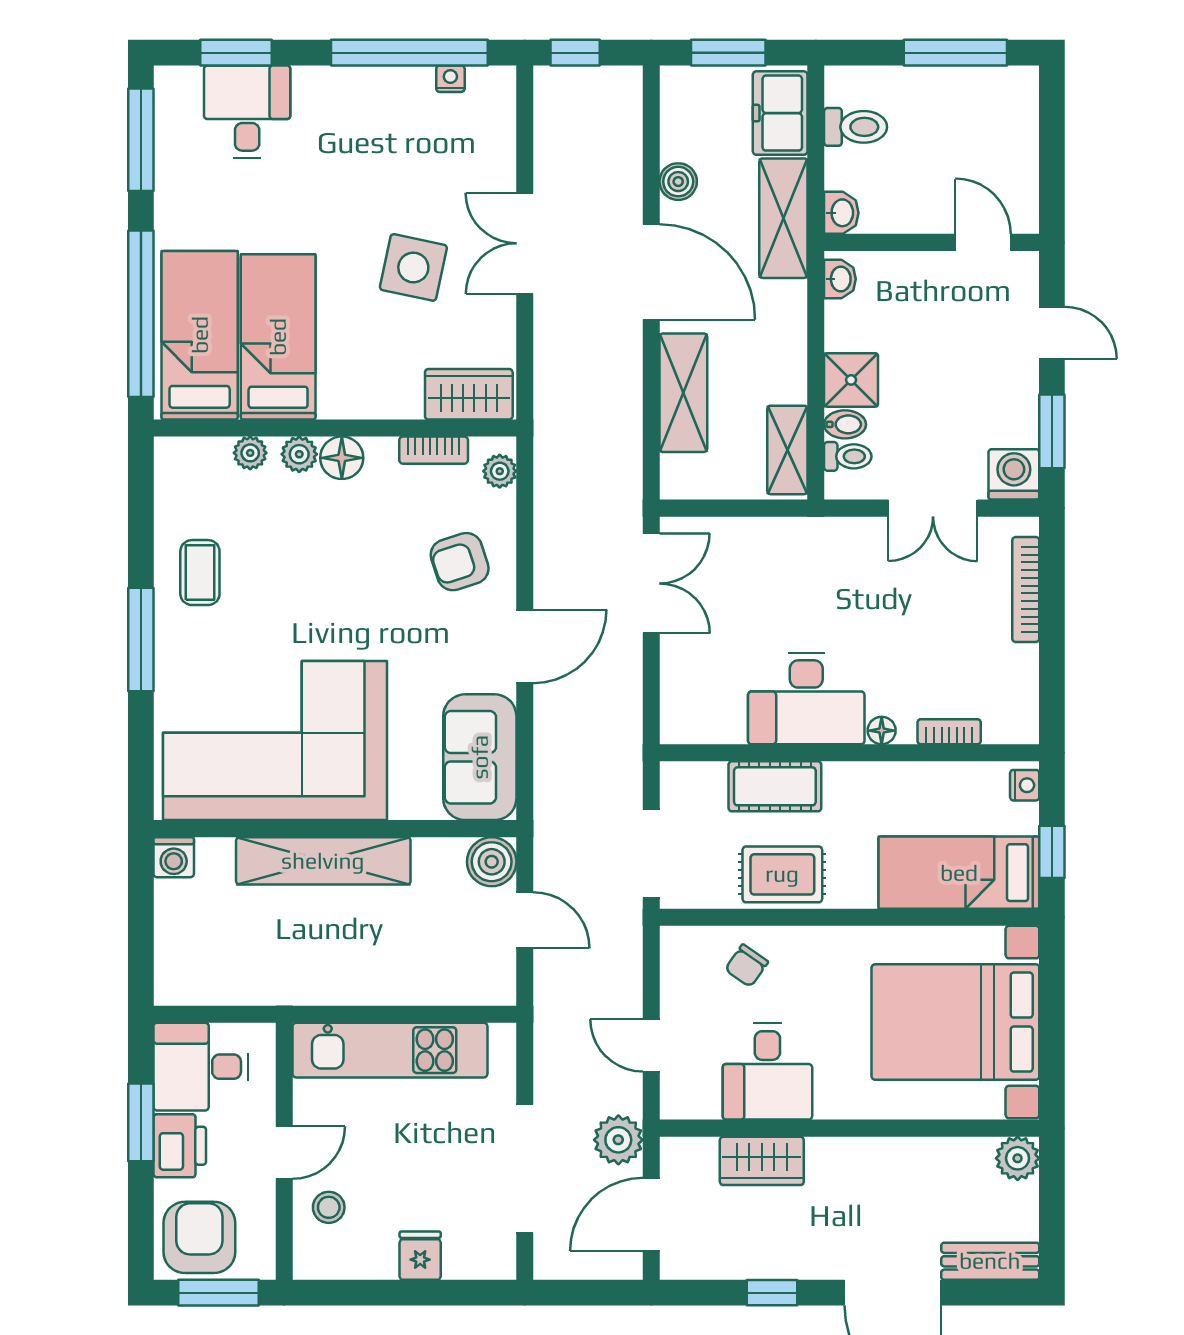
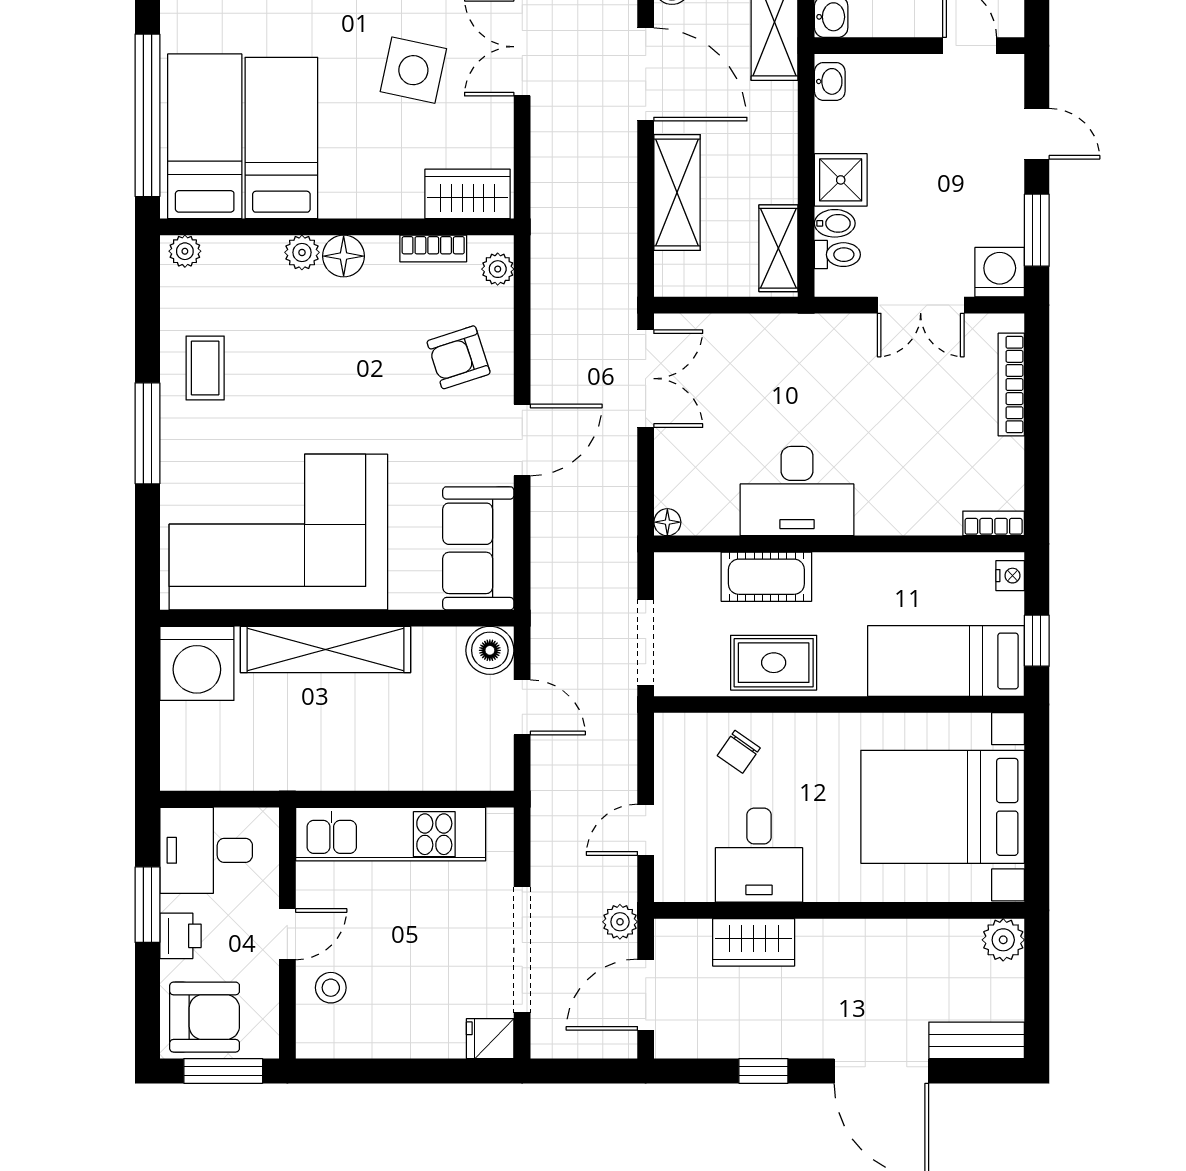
plant: (250, 453) -> (185, 251), moved
floor lamp: (882, 731) -> (667, 522), moved
bookcase: (949, 732) -> (994, 523), moved
washing machine: (174, 857) -> (197, 663), width x1.89, depth x1.89
door: (651, 1046) -> (646, 830), hinge flipped
plant: (618, 1140) -> (620, 922), width x0.73, depth x0.73
printer: (180, 1146) -> (180, 936), width x0.73, depth x0.81
armchair: (199, 1237) -> (205, 1017), turned 90
fridge: (420, 1256) -> (490, 1039), moved, turned -90

